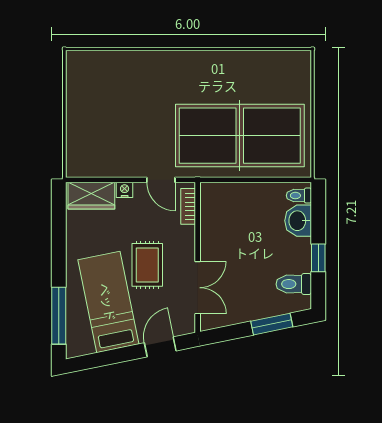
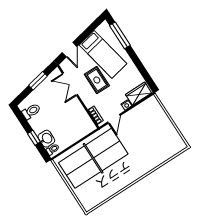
door: (161, 180) -> (114, 119), swing flipped
window: (318, 258) -> (34, 138), moved
window: (272, 324) -> (38, 81), moved

